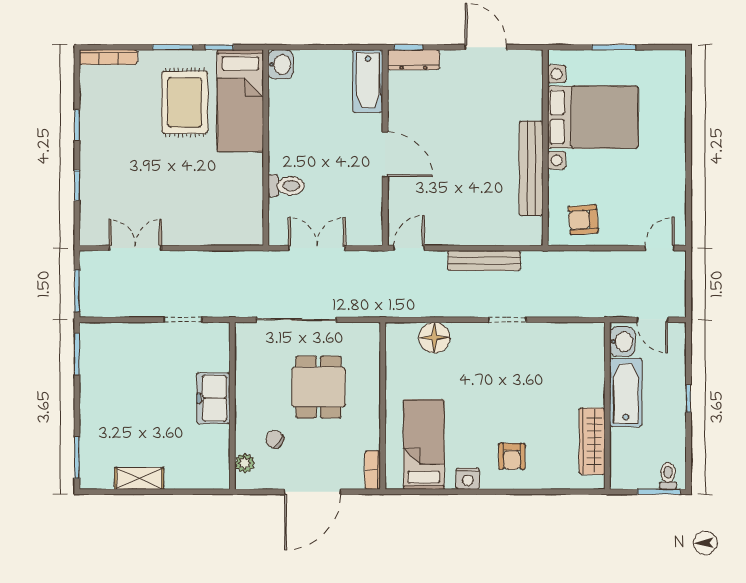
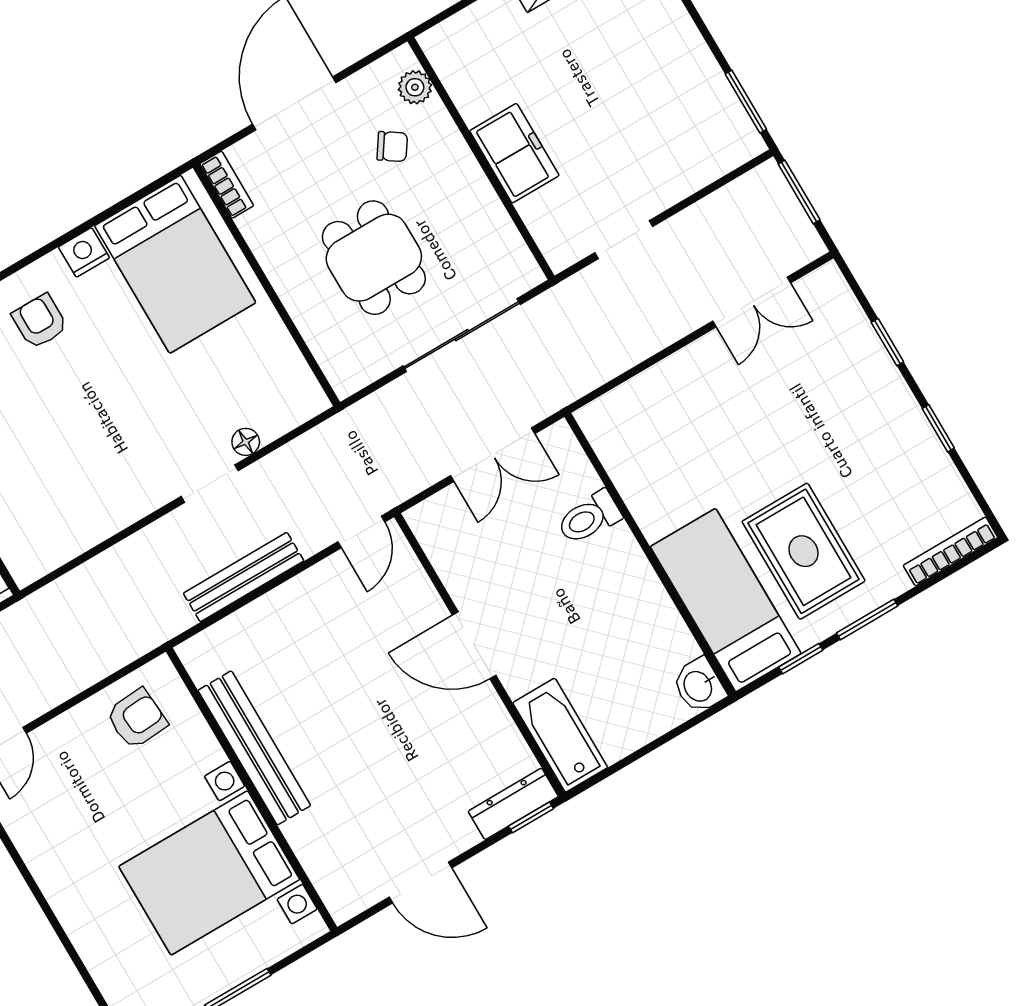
doorway: (507, 320) -> (210, 484), moved
floor lamp: (434, 338) -> (246, 442), width x0.53, depth x0.53
bed: (424, 445) -> (175, 264), width x1.50

